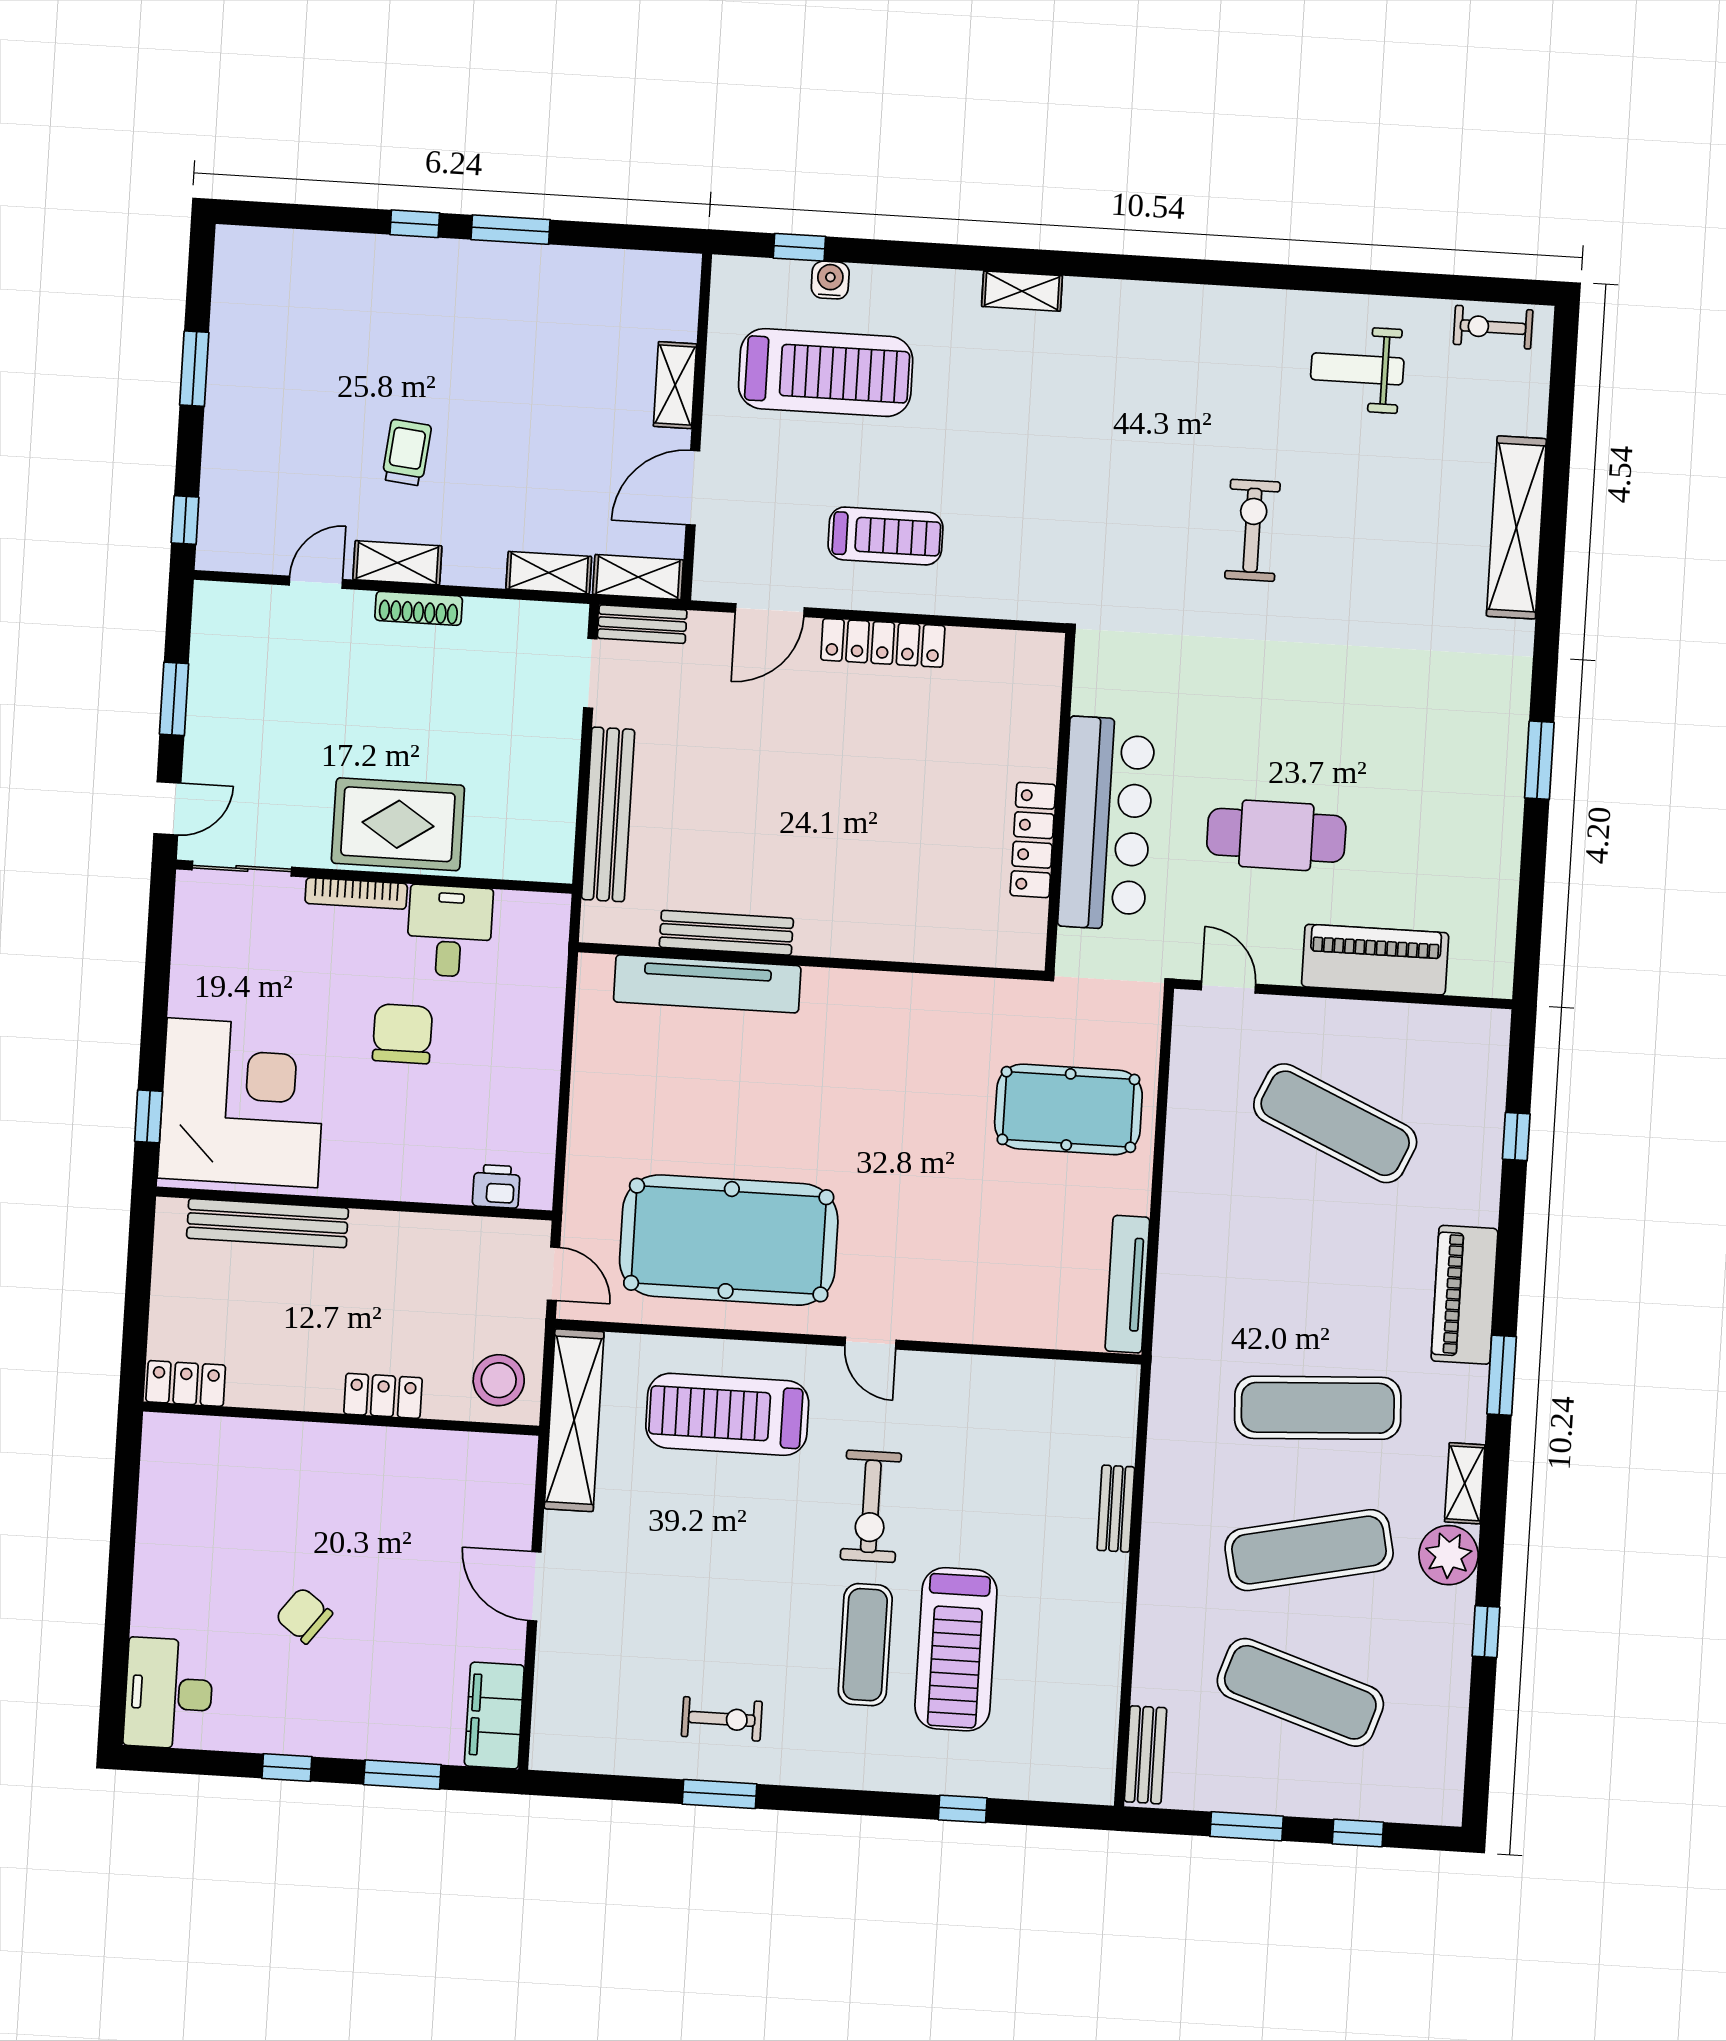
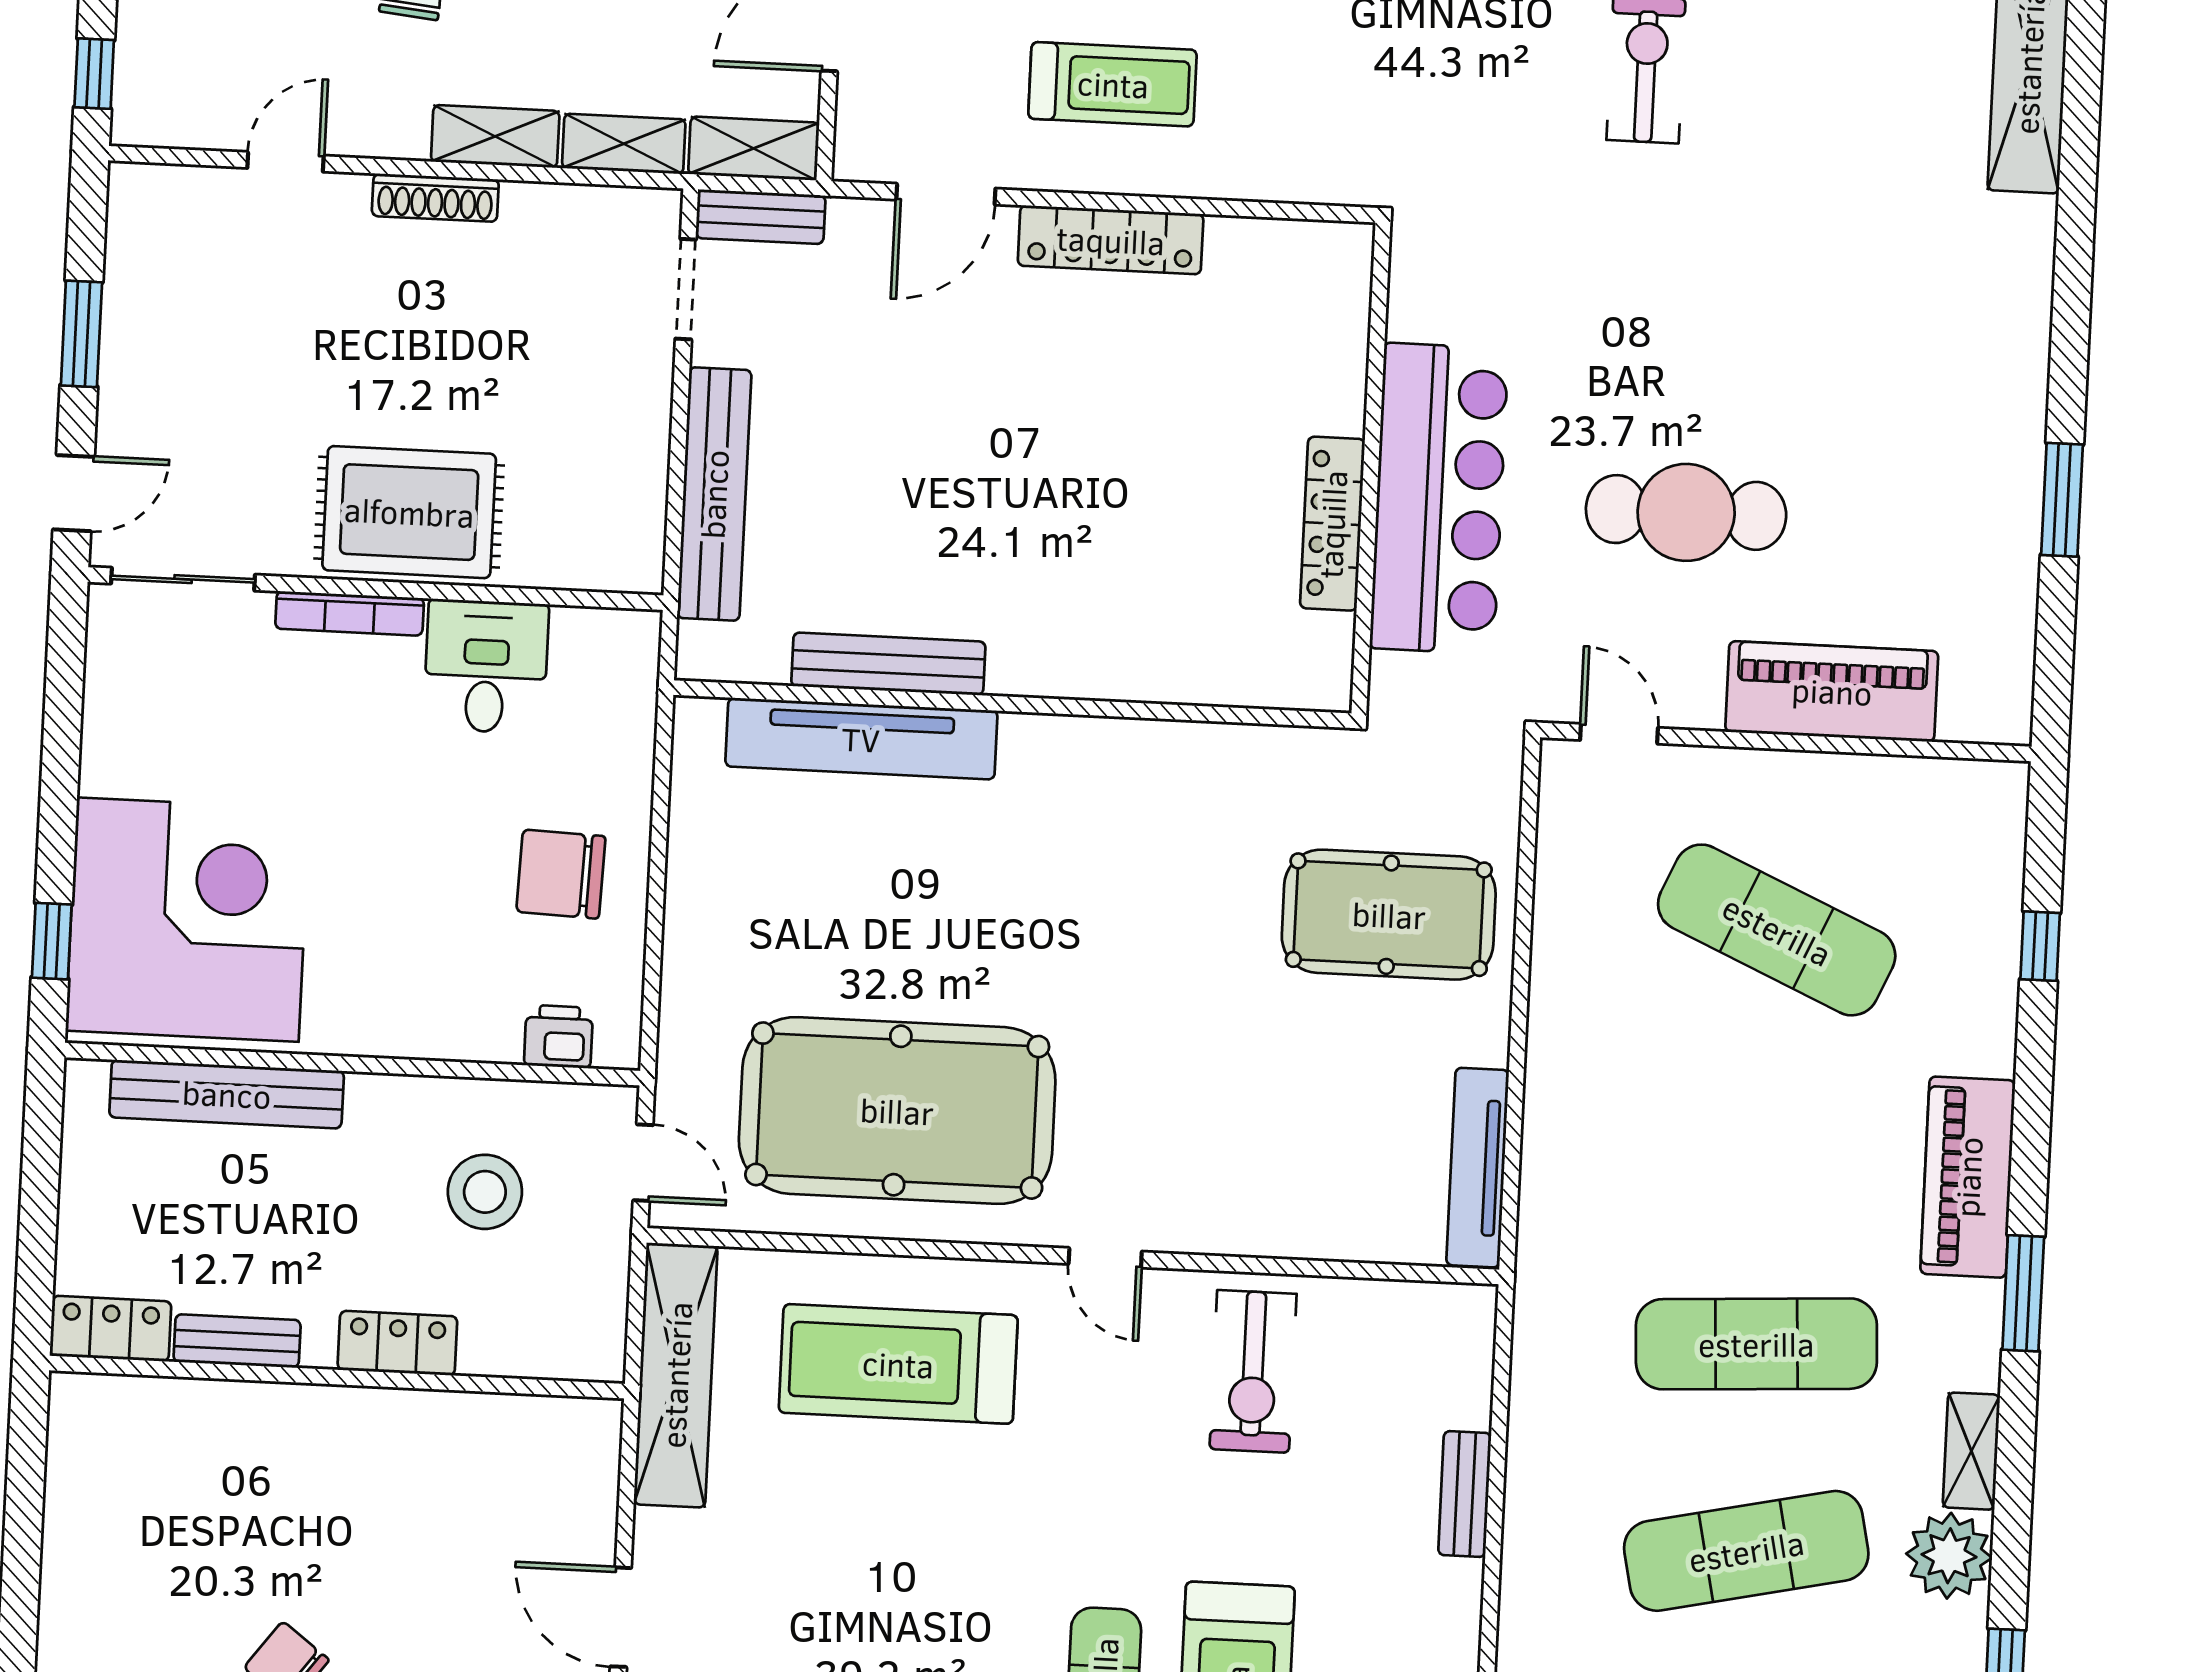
shelving: (397, 563) -> (495, 136), moved
window: (1539, 760) -> (2062, 500), moved
chair: (402, 1034) -> (561, 874), moved, turned -88
stool: (499, 1380) -> (485, 1192), moved
bench: (273, 1393) -> (237, 1341), added
exercise bike: (871, 1506) -> (1253, 1371), moved

